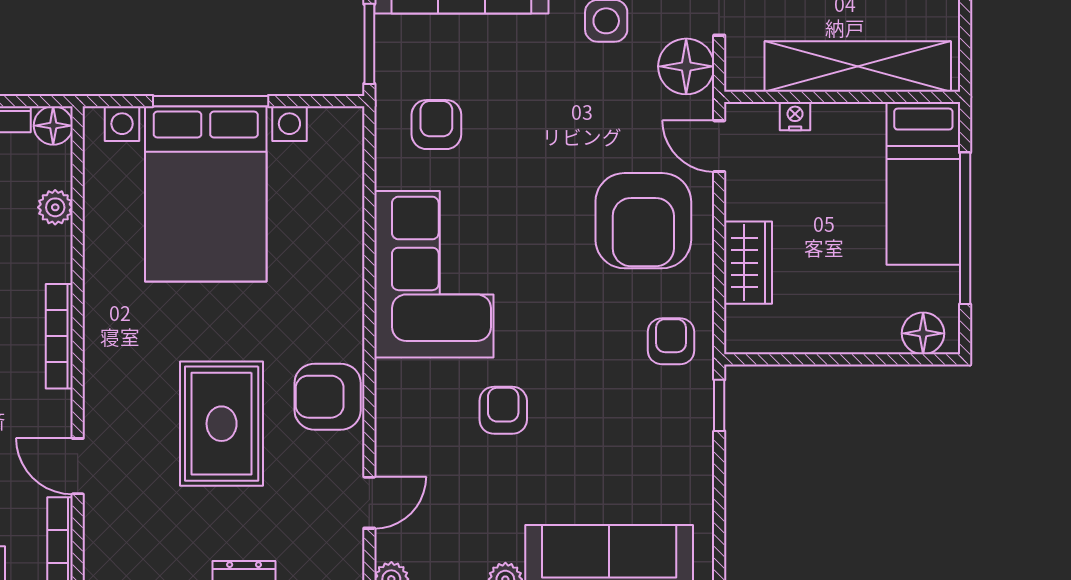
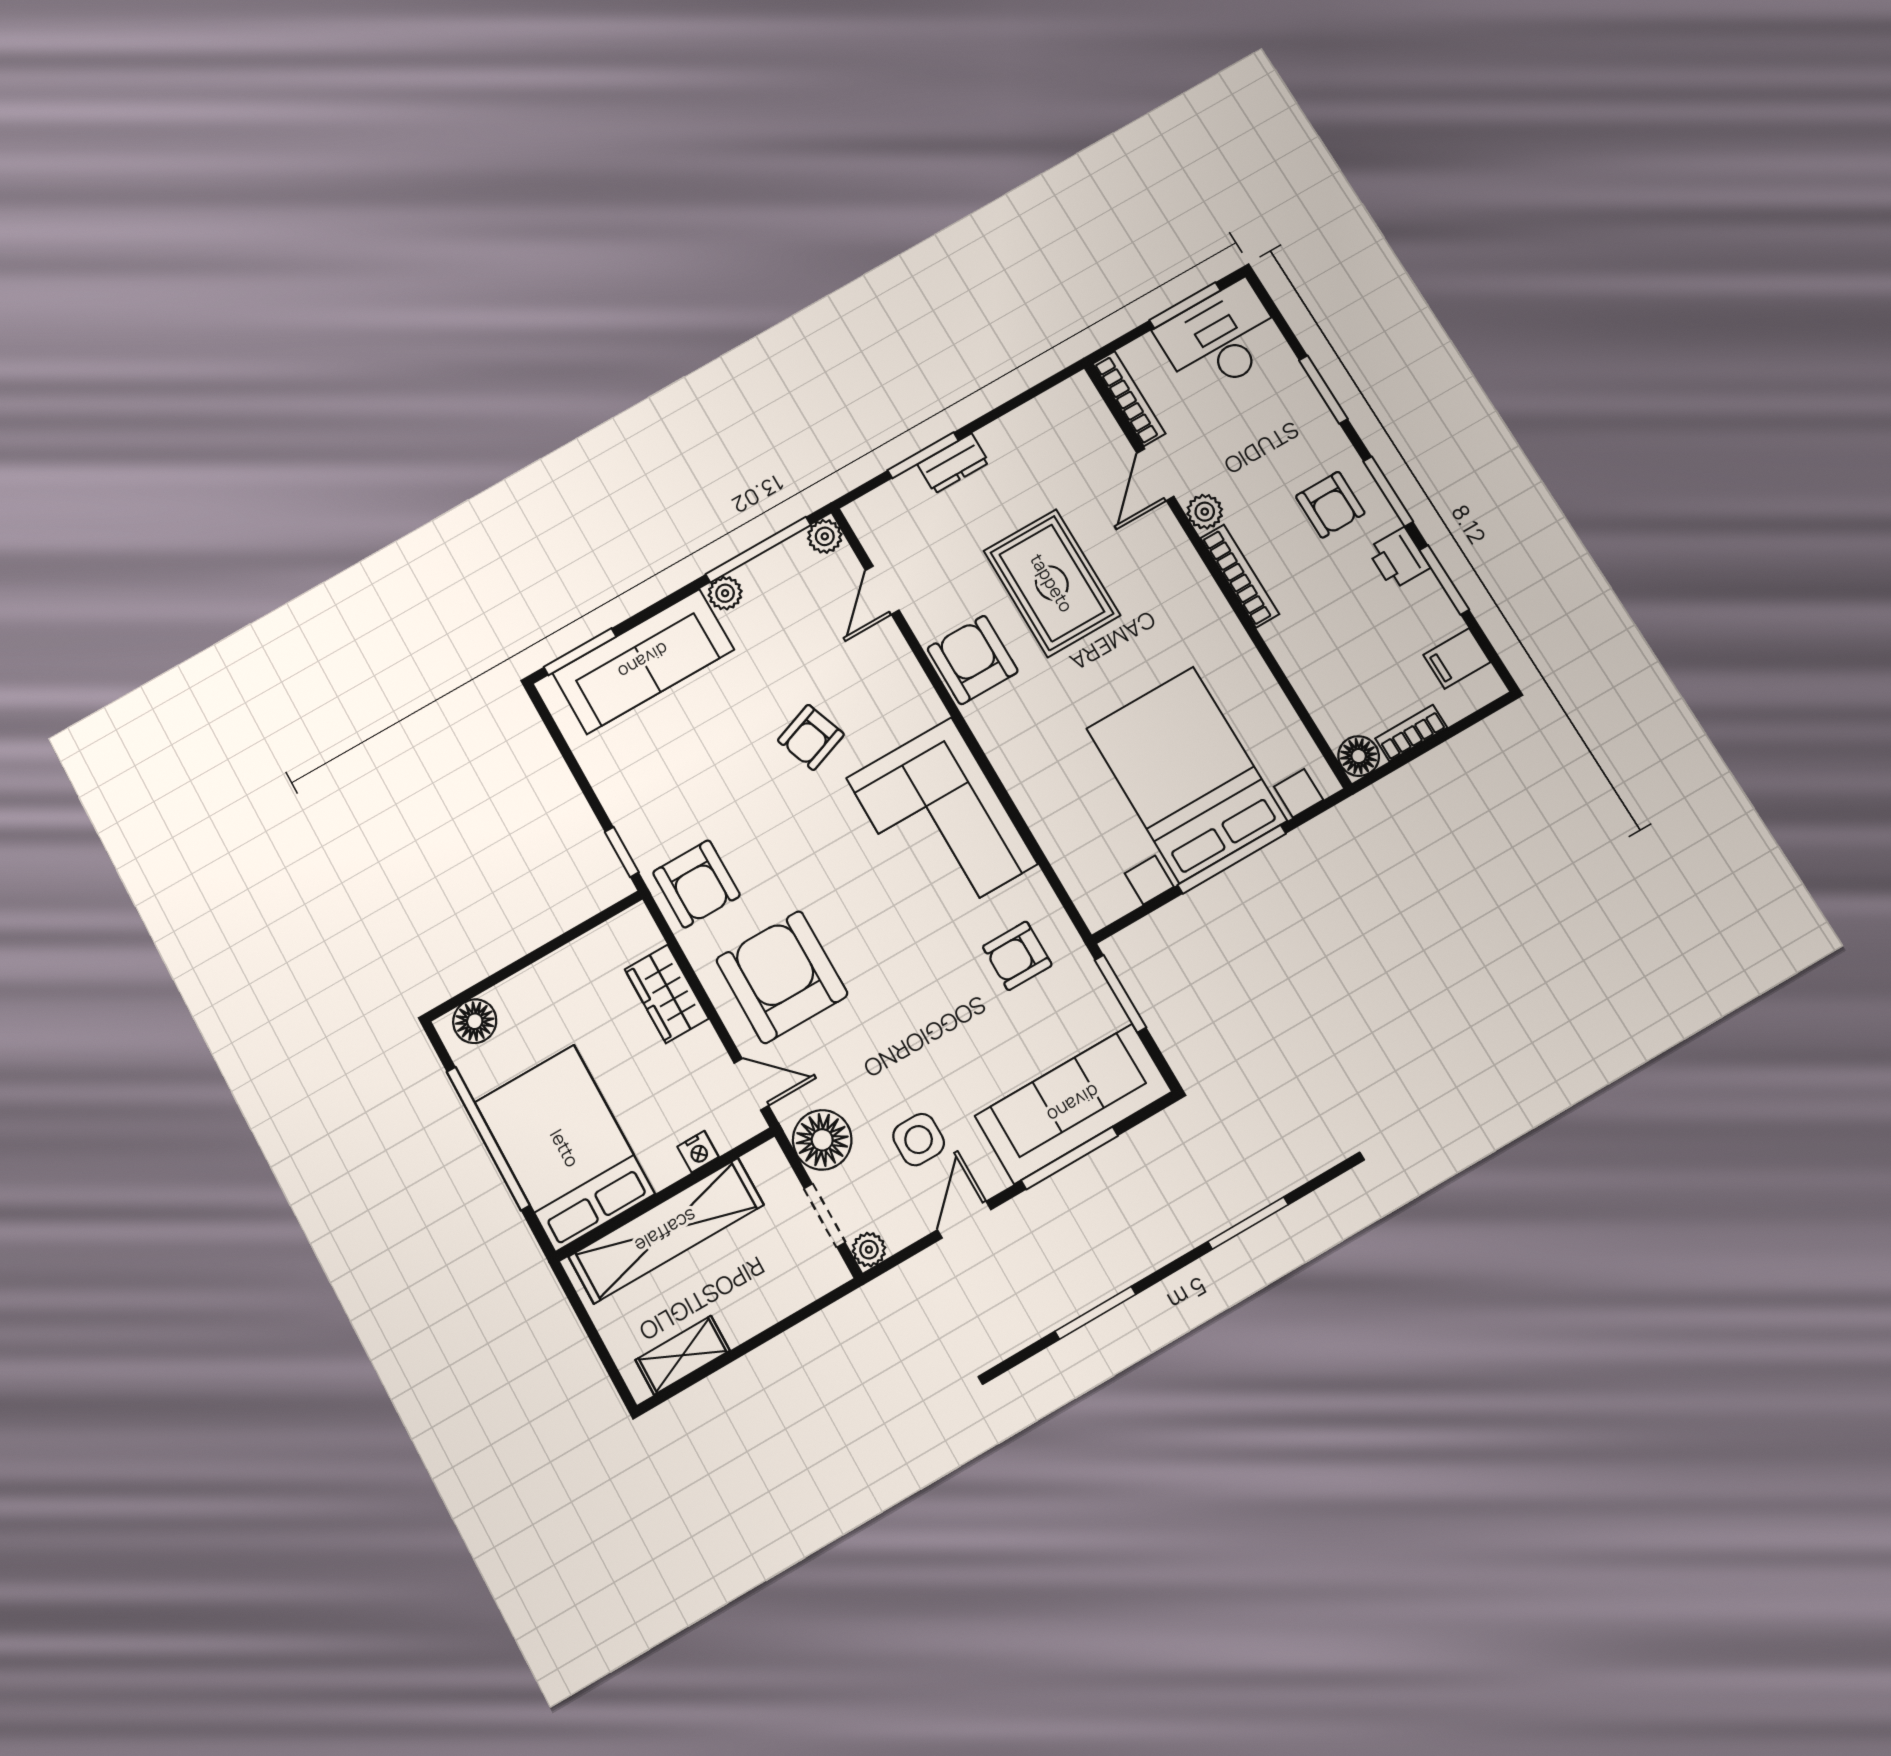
armchair: (436, 125) -> (1017, 956), turned 90
bed: (923, 183) -> (565, 1148), width x1.50
plant: (55, 207) -> (1205, 512), moved
armchair: (671, 341) -> (696, 884), width x1.38, depth x1.38
armchair: (328, 397) -> (973, 660), turned -90
armchair: (503, 410) -> (811, 737), turned 70
door: (78, 466) -> (1155, 475), swing flipped

